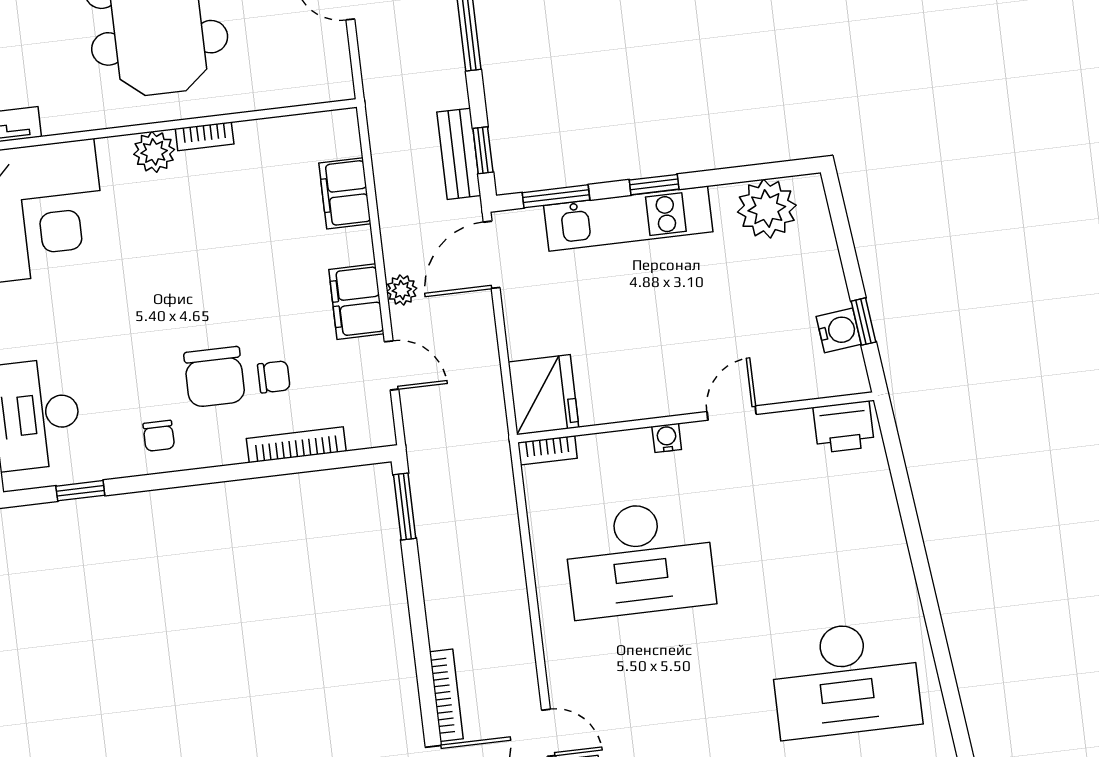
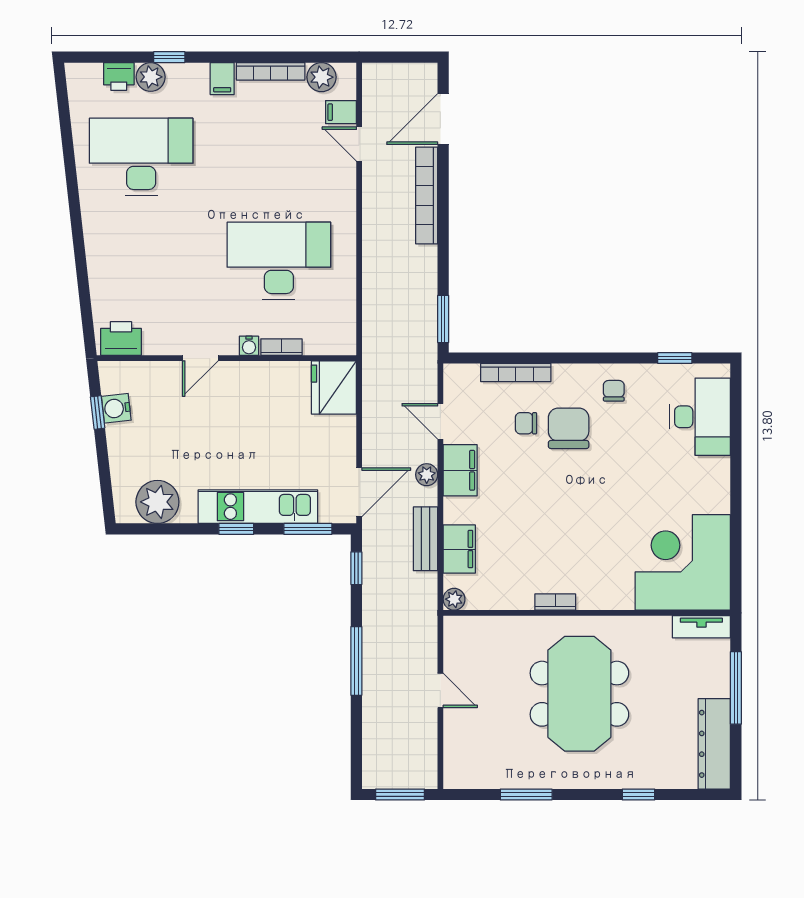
plant: (154, 152) -> (454, 599), moved, width x0.73, depth x0.73
bench: (459, 154) -> (426, 539), moved
bookcase: (547, 450) -> (281, 347), moved
bookcase: (446, 695) -> (427, 195), width x1.48, depth x1.31

